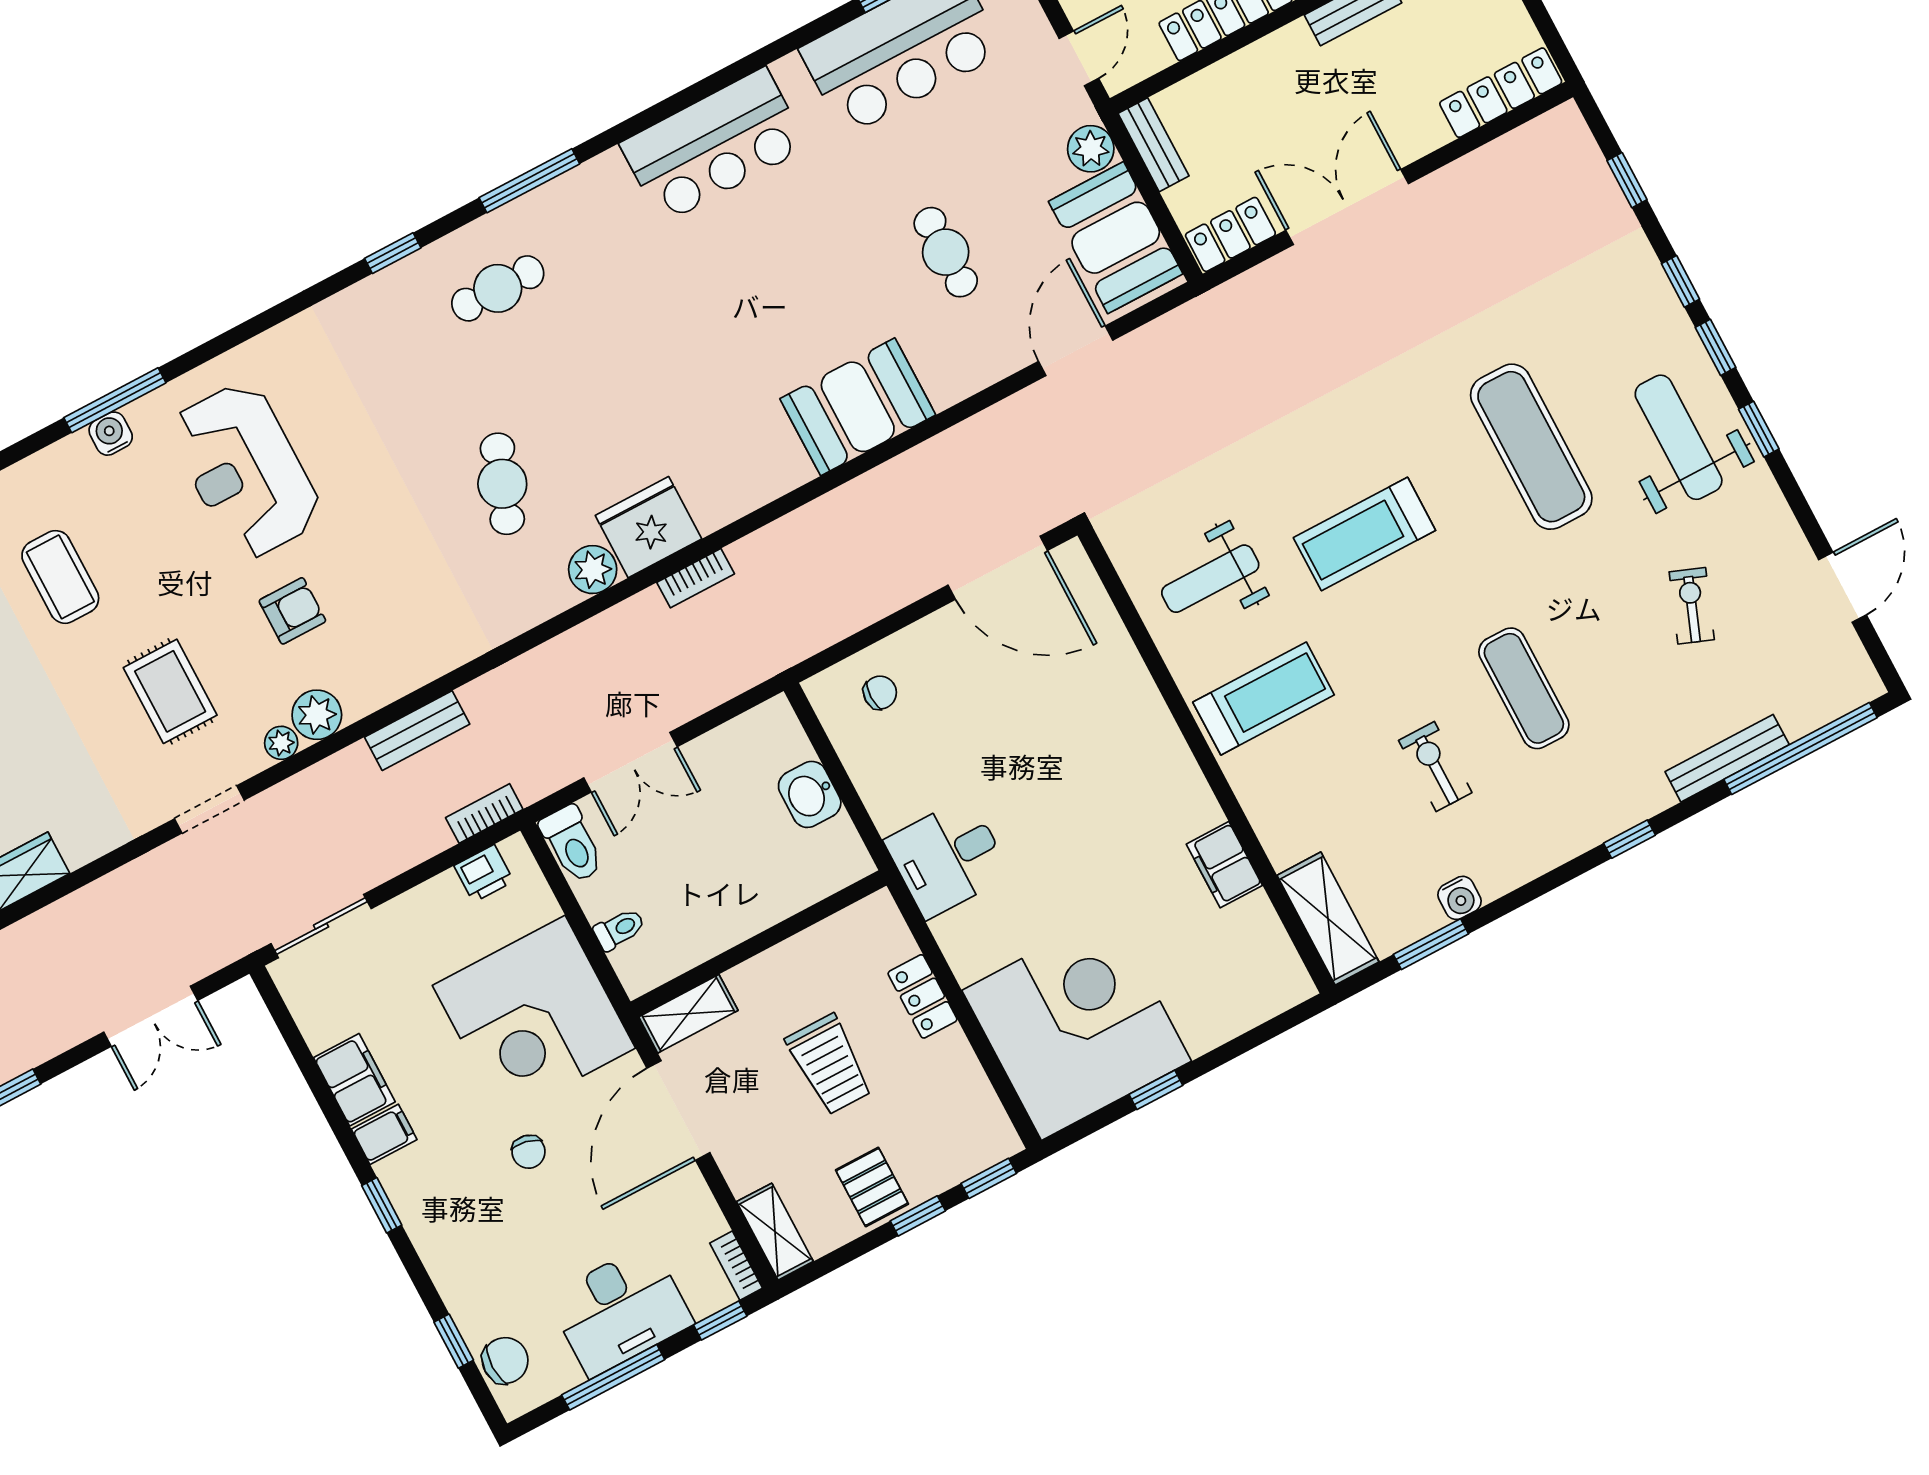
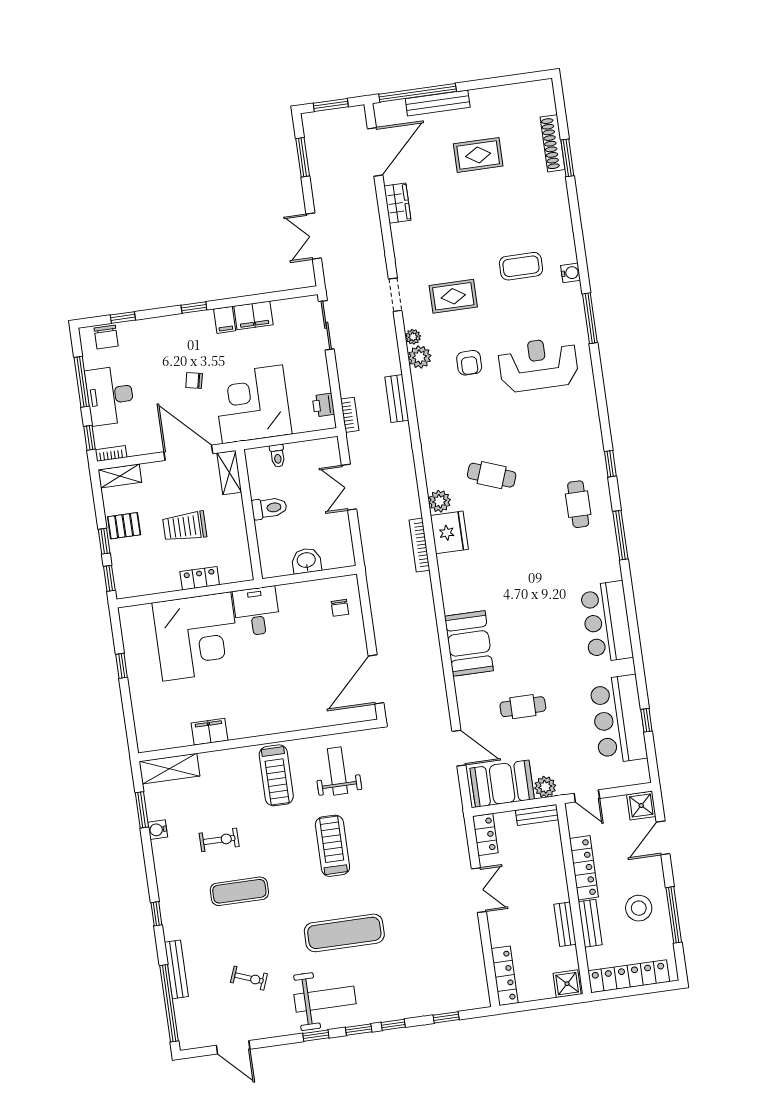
double door: (1347, 207) -> (479, 890), width x0.73
water cooler: (111, 434) -> (571, 273), moved
bookcase: (696, 578) -> (419, 545), width x1.56
toilet: (572, 844) -> (269, 508), moved, turned 180
corner desk: (1077, 1026) -> (197, 636), moved

